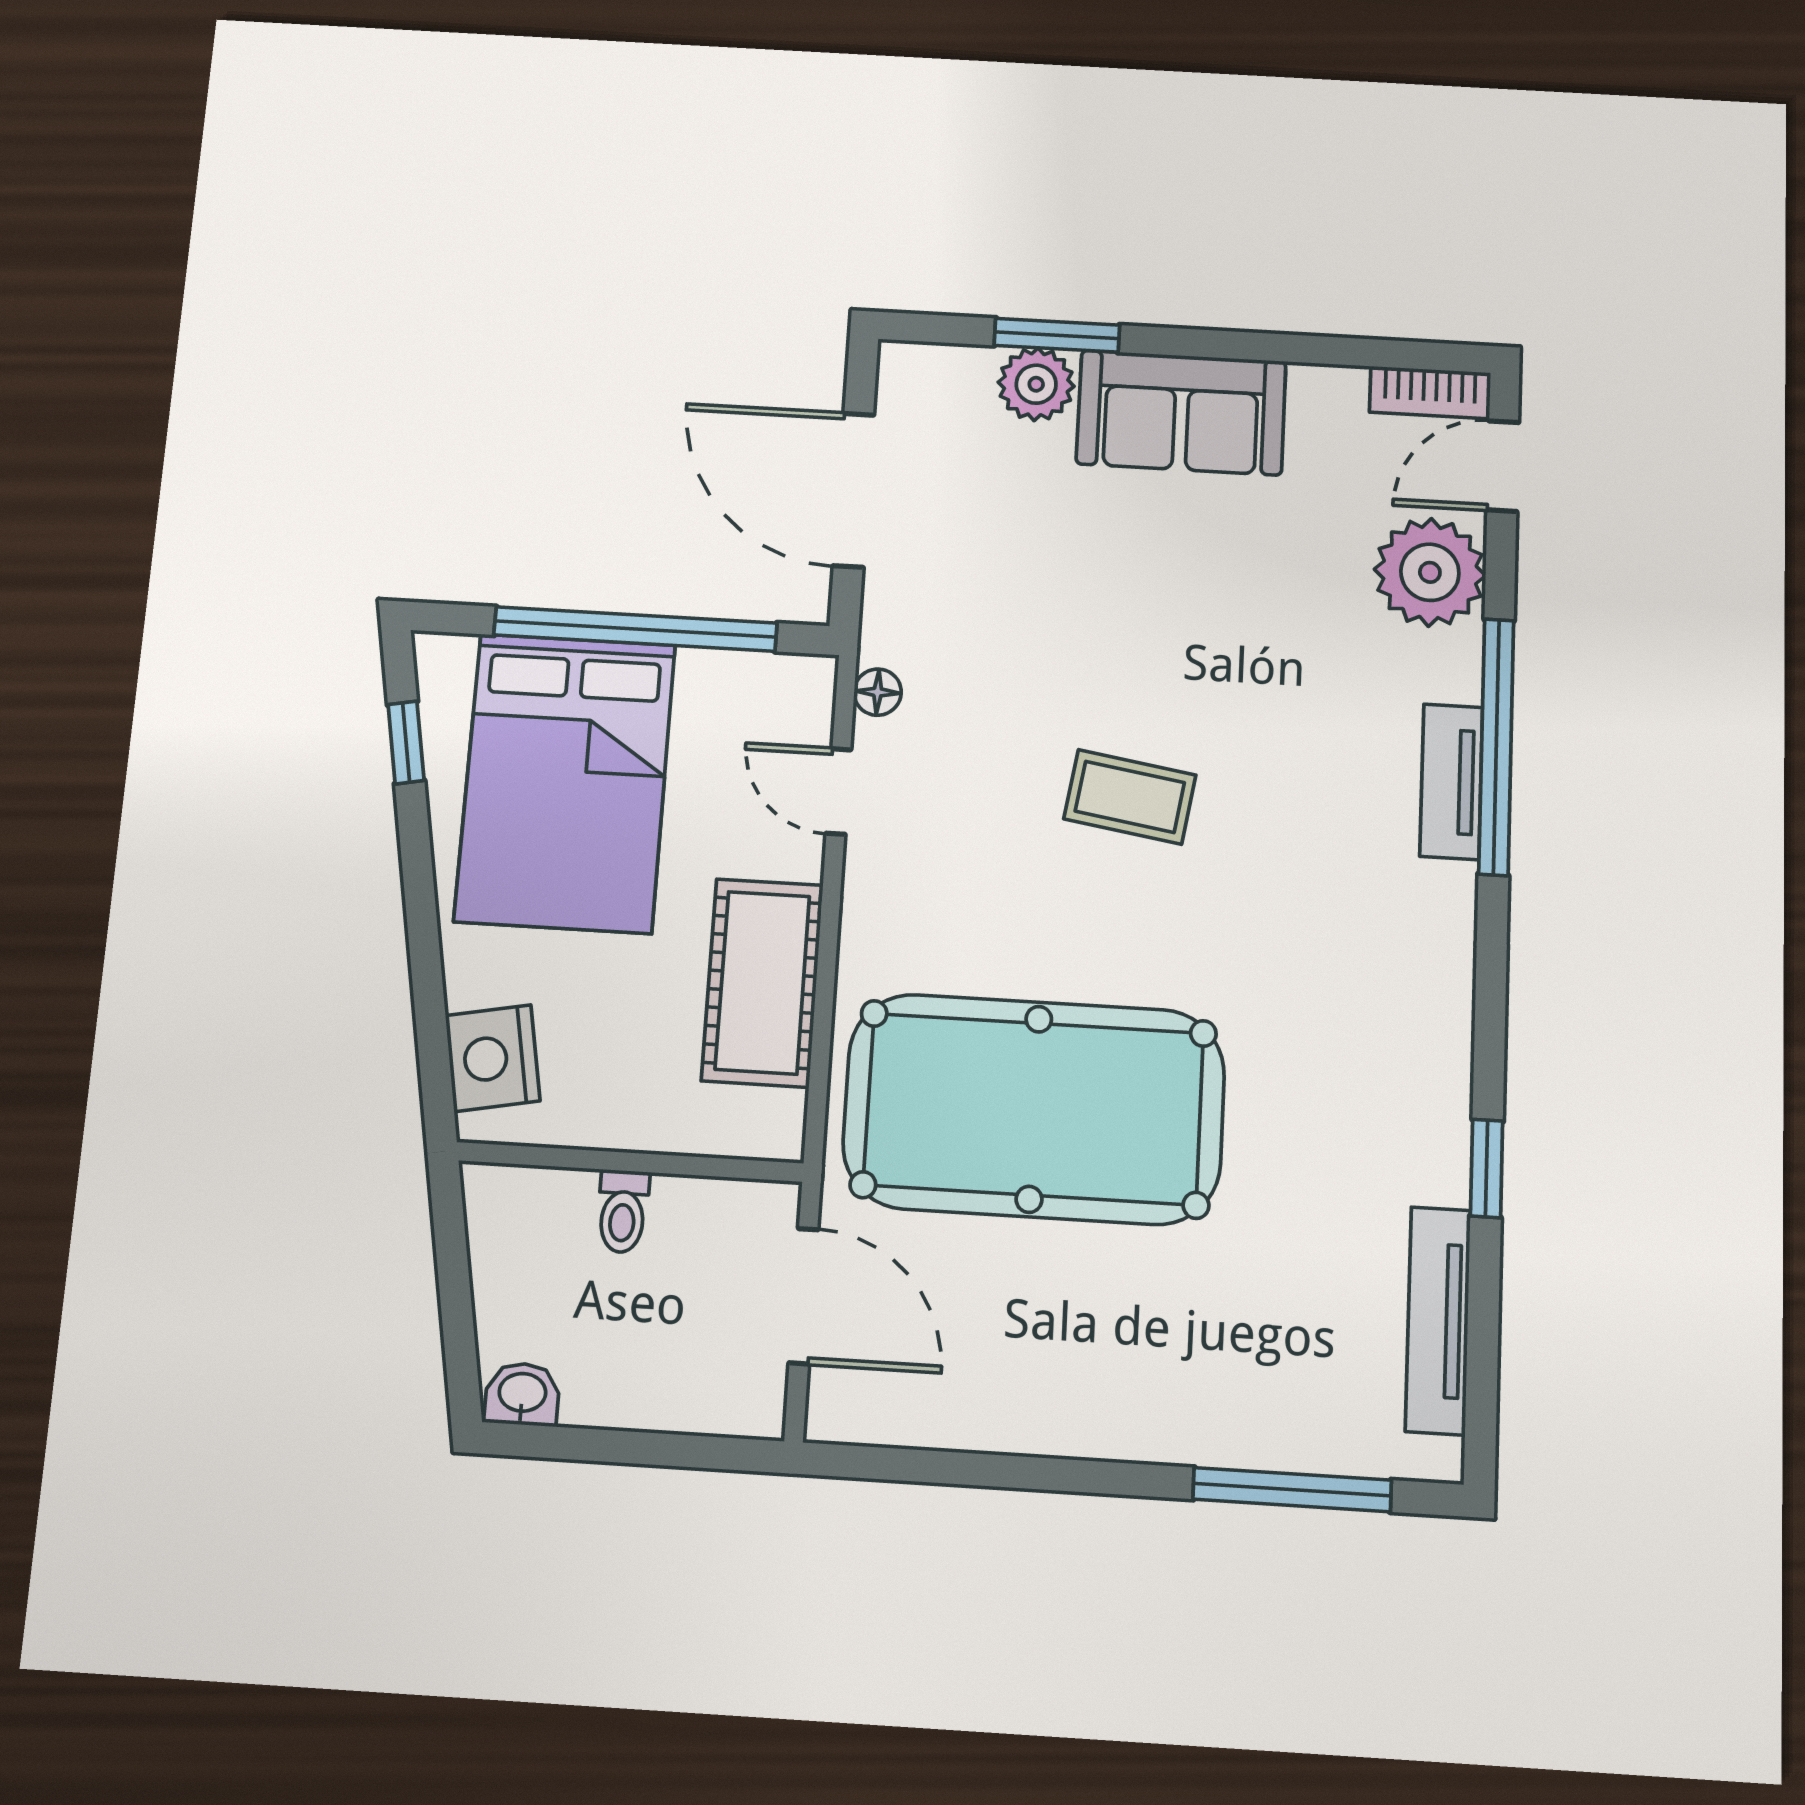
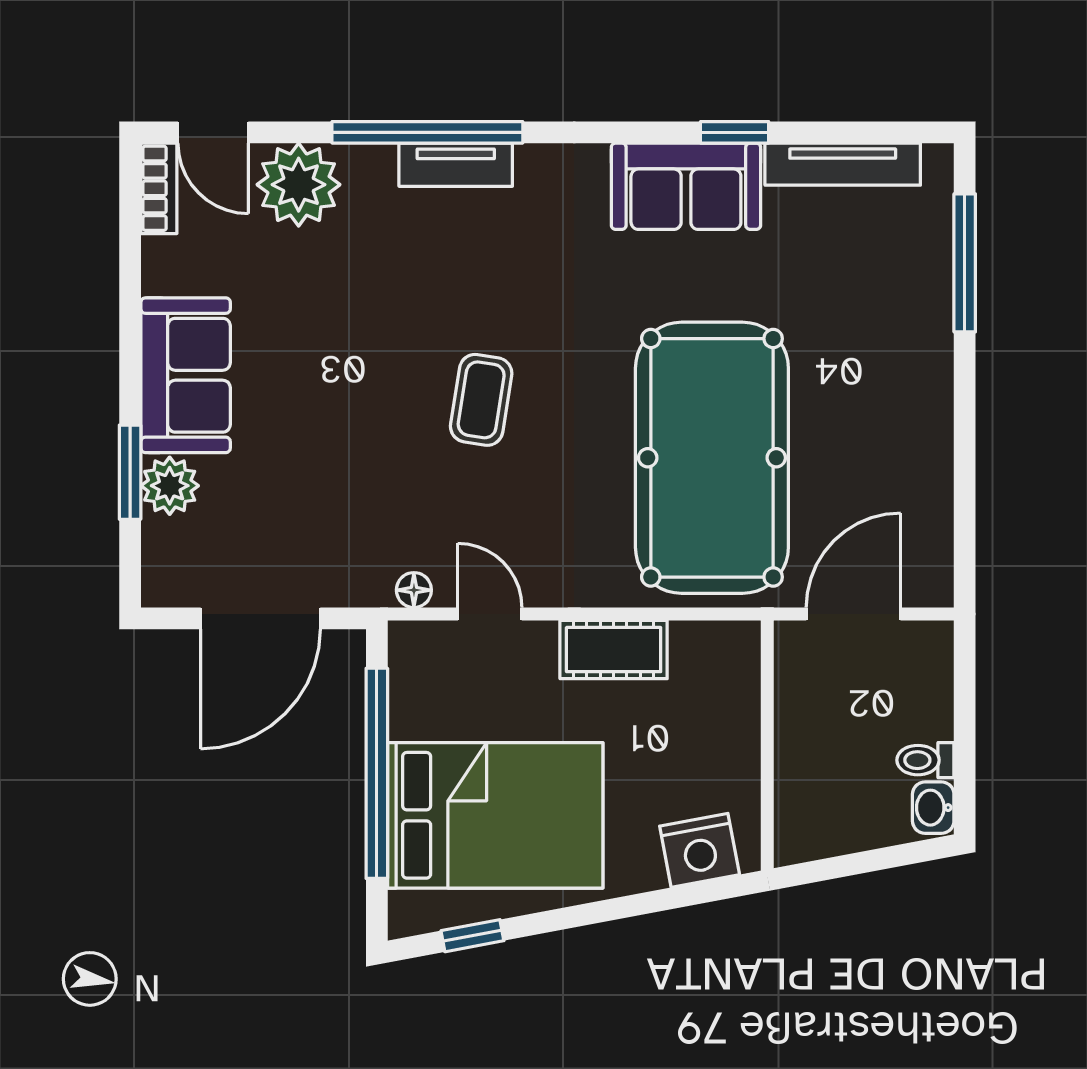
door: (838, 791) -> (490, 614), swing flipped
cot: (762, 983) -> (614, 650), width x0.73, depth x0.75
sofa: (1413, 1095) -> (686, 186), added
toilet: (623, 1211) -> (925, 760), moved, turned 180

